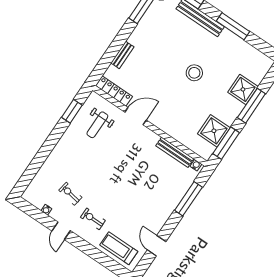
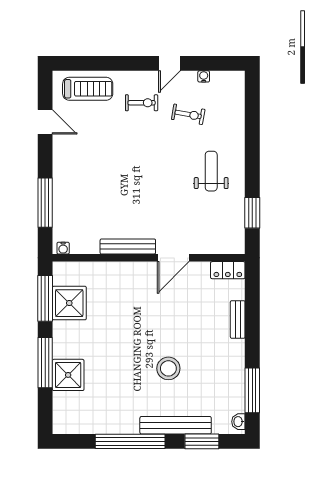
window: (233, 26) -> (130, 441), width x1.46
stool: (194, 73) -> (168, 368), moved
locker: (114, 91) -> (228, 270), width x0.66
weight bench: (97, 125) -> (211, 171), moved
bench: (175, 152) -> (128, 246), moved
door: (61, 231) -> (170, 63), swing flipped

